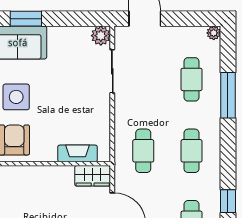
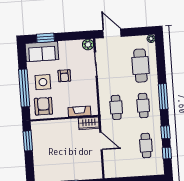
cafe table: (192, 79) -> (140, 66), width x1.37, depth x1.35
armchair: (55, 88) -> (64, 76), added
window: (228, 95) -> (163, 97), moved

